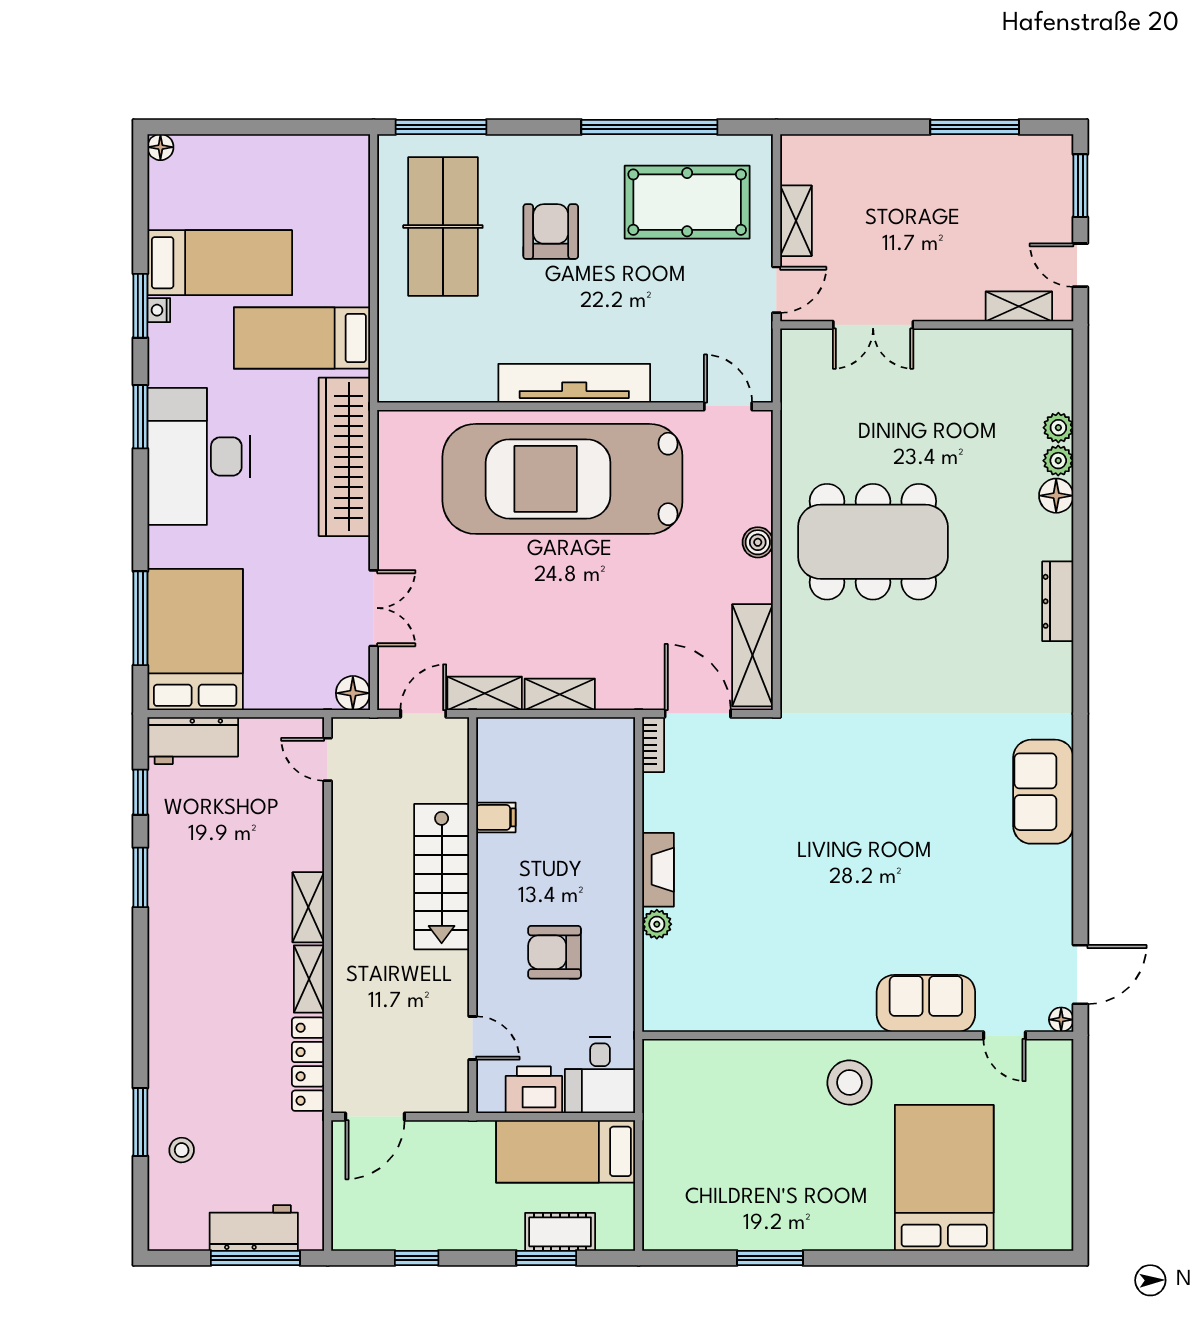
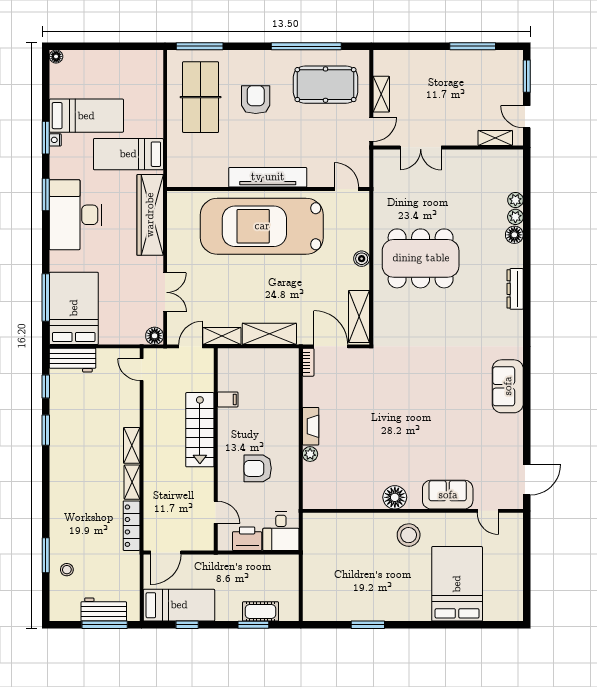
shelving: (560, 694) -> (269, 334), width x1.50, depth x1.33
floor lamp: (1061, 1020) -> (395, 497), moved, width x1.89, depth x1.89
bed: (566, 1151) -> (179, 605), moved, turned 180

